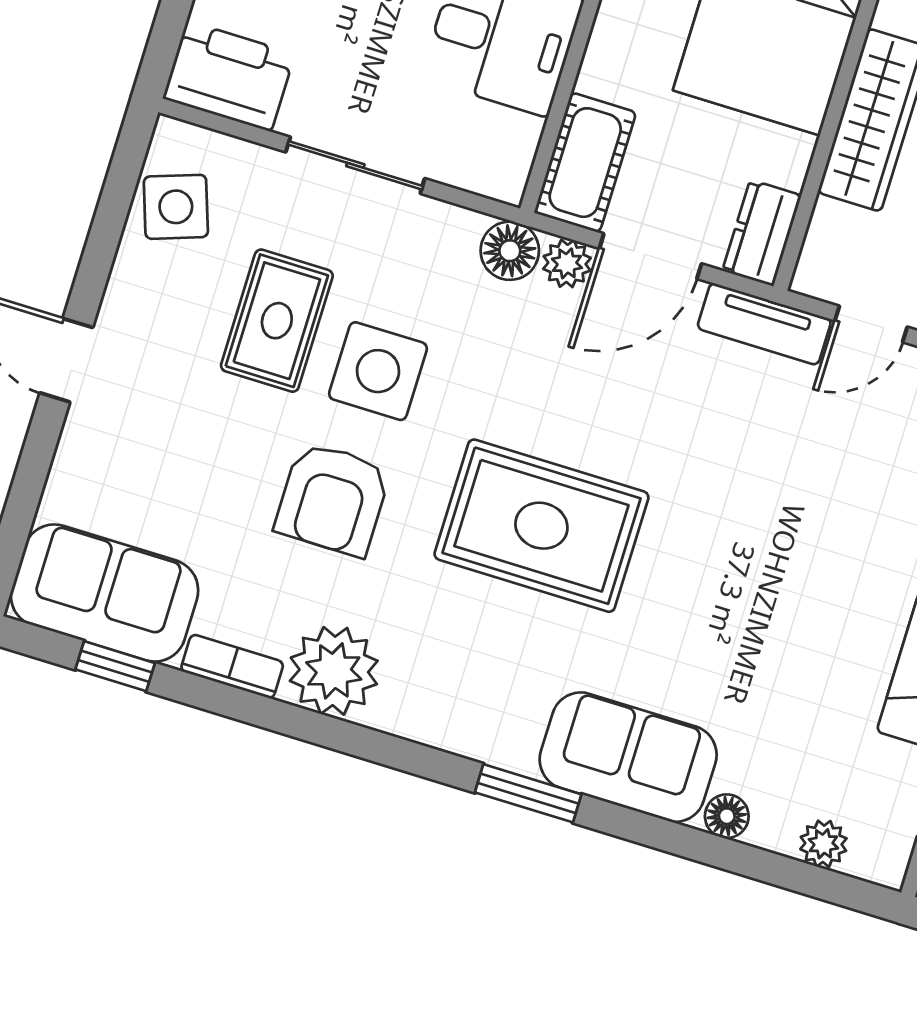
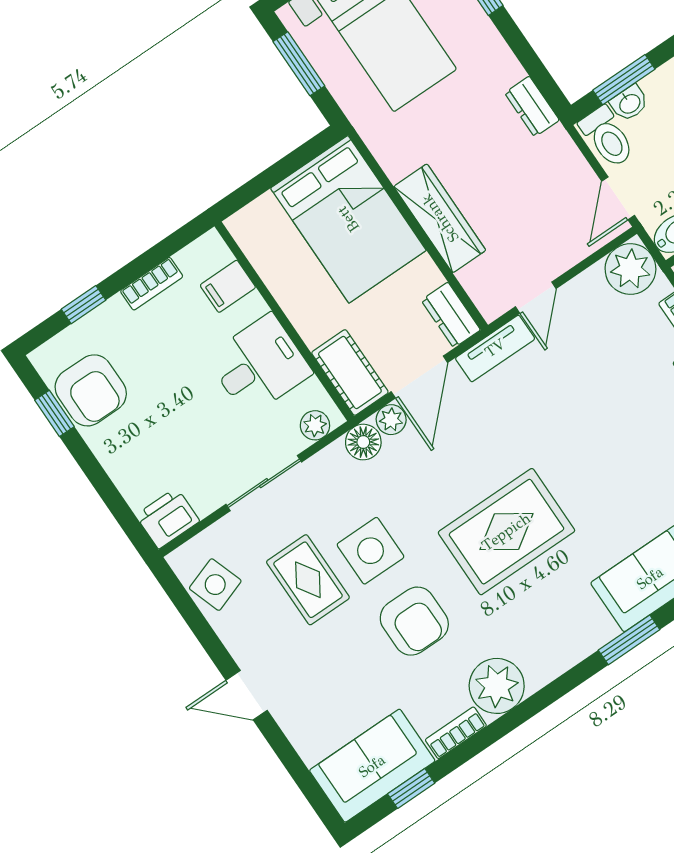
printer: (229, 76) -> (168, 518), width x0.73, depth x0.84
plant: (482, 172) -> (315, 425), added

